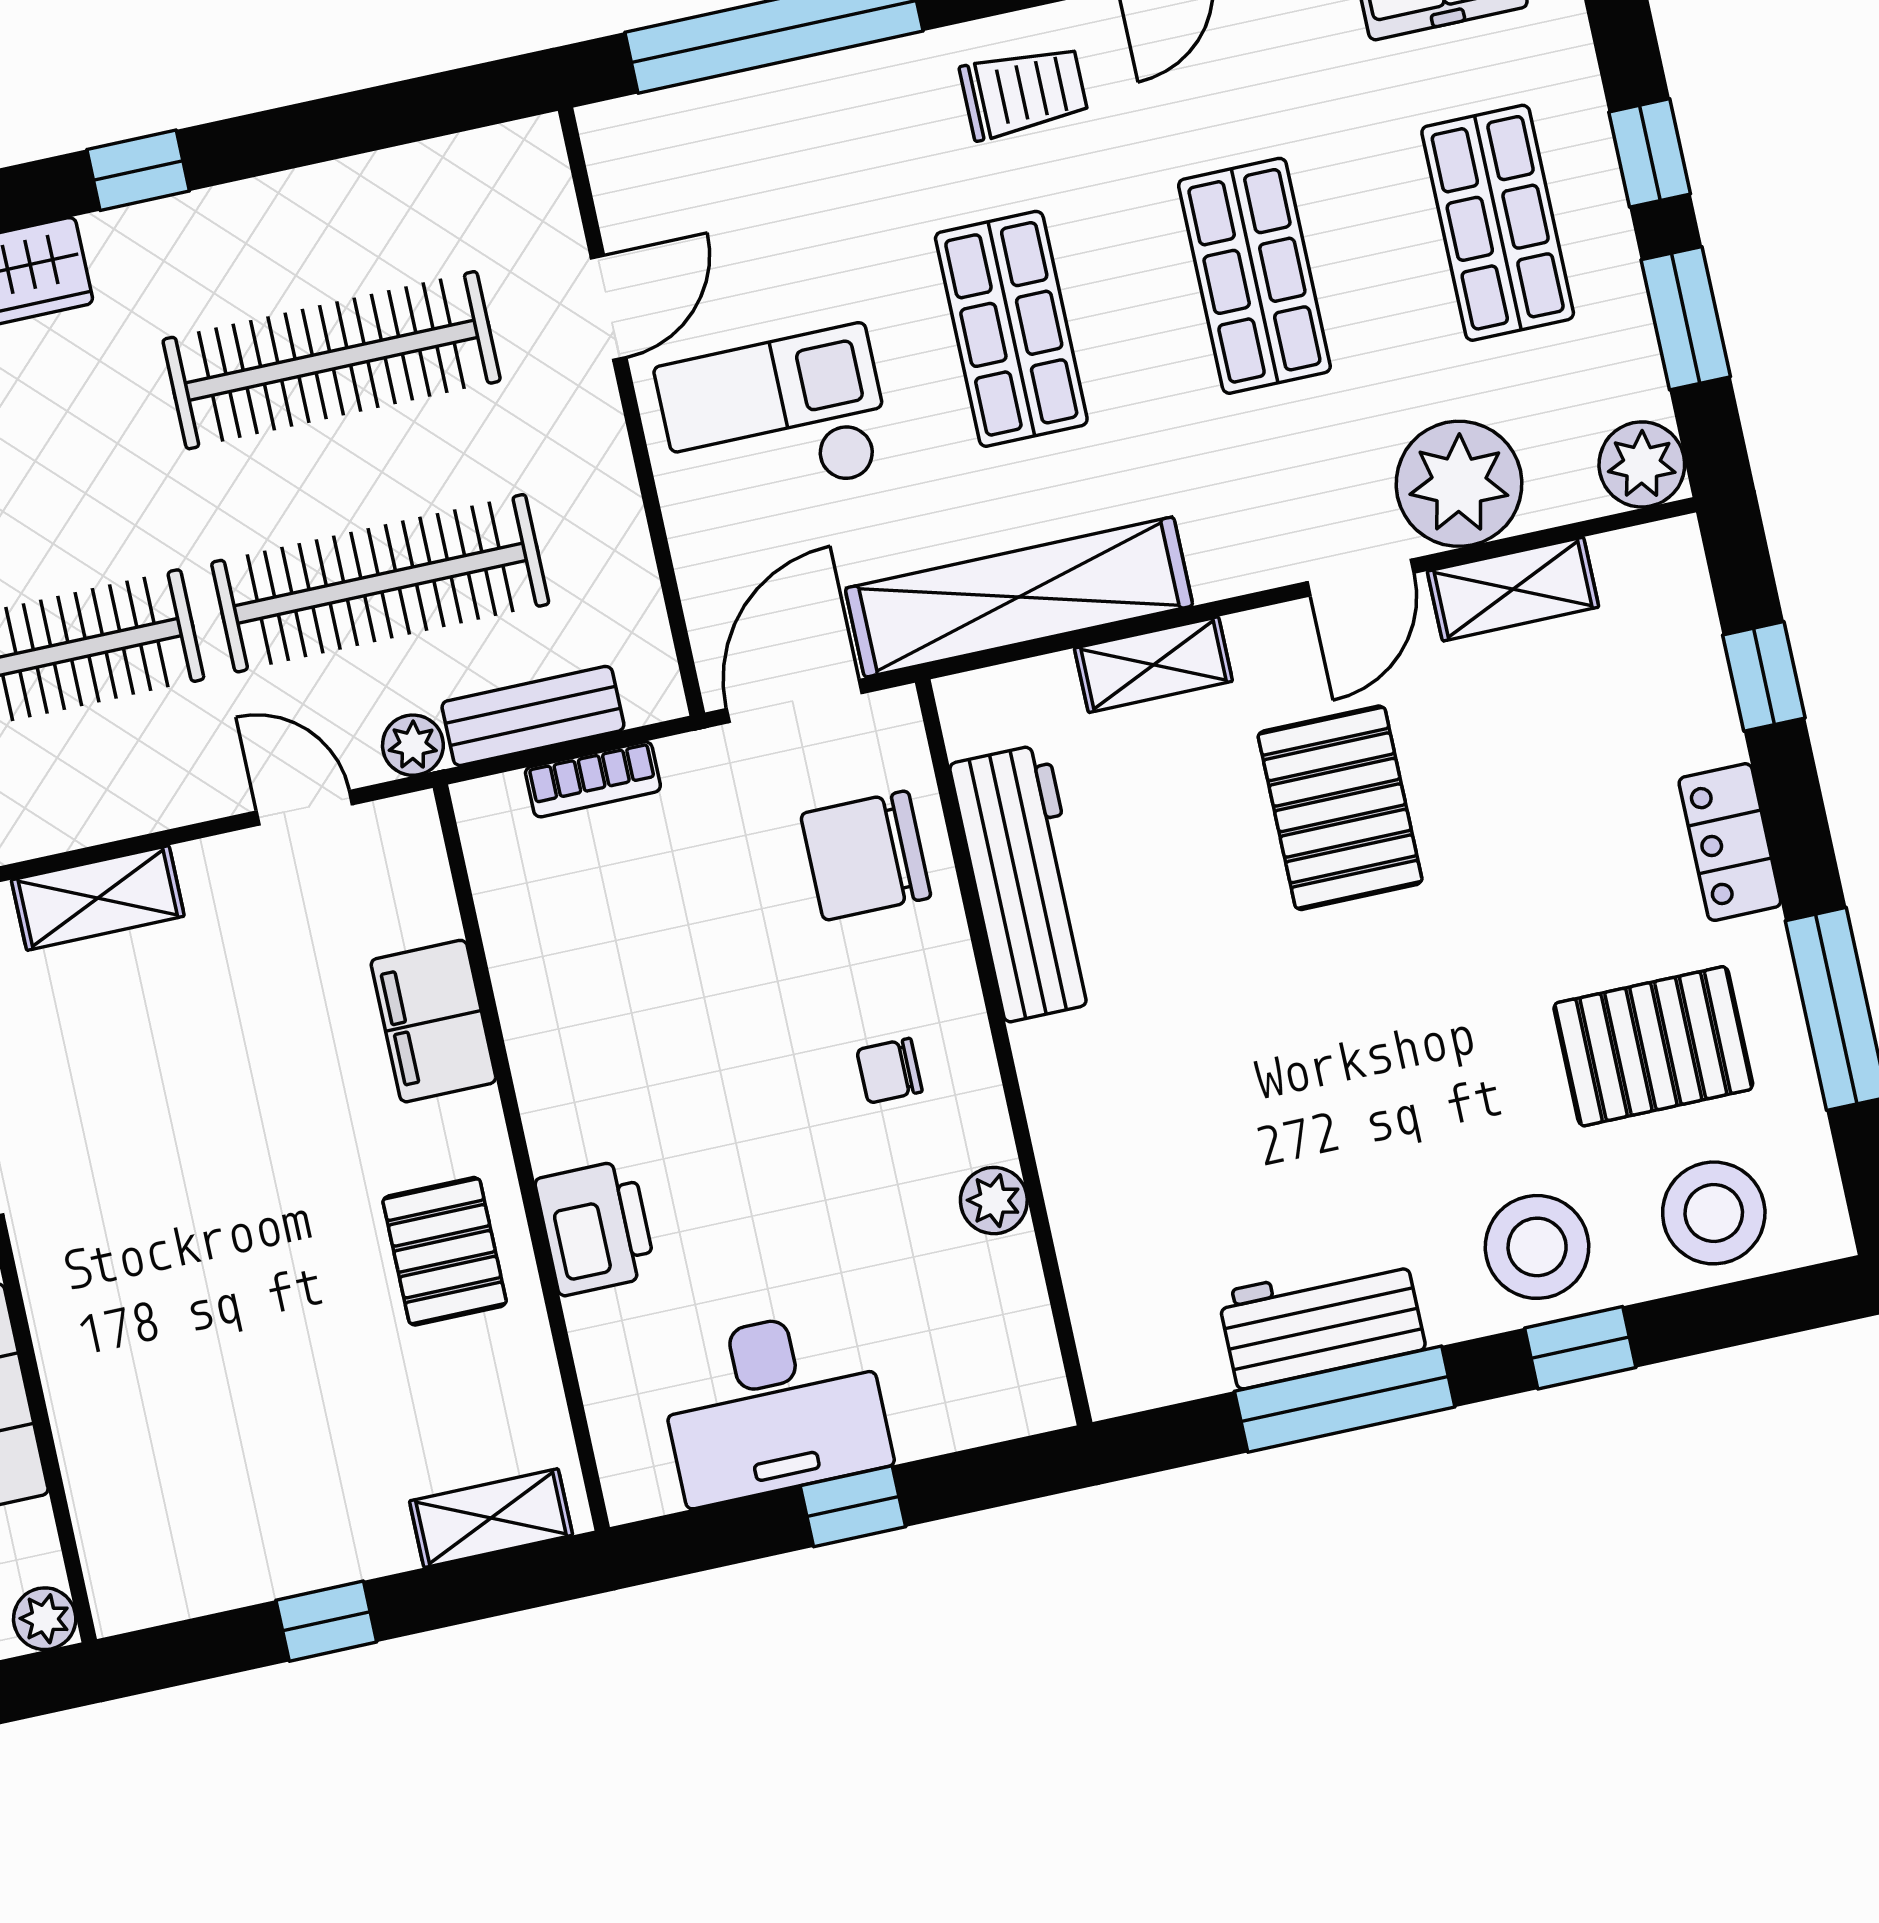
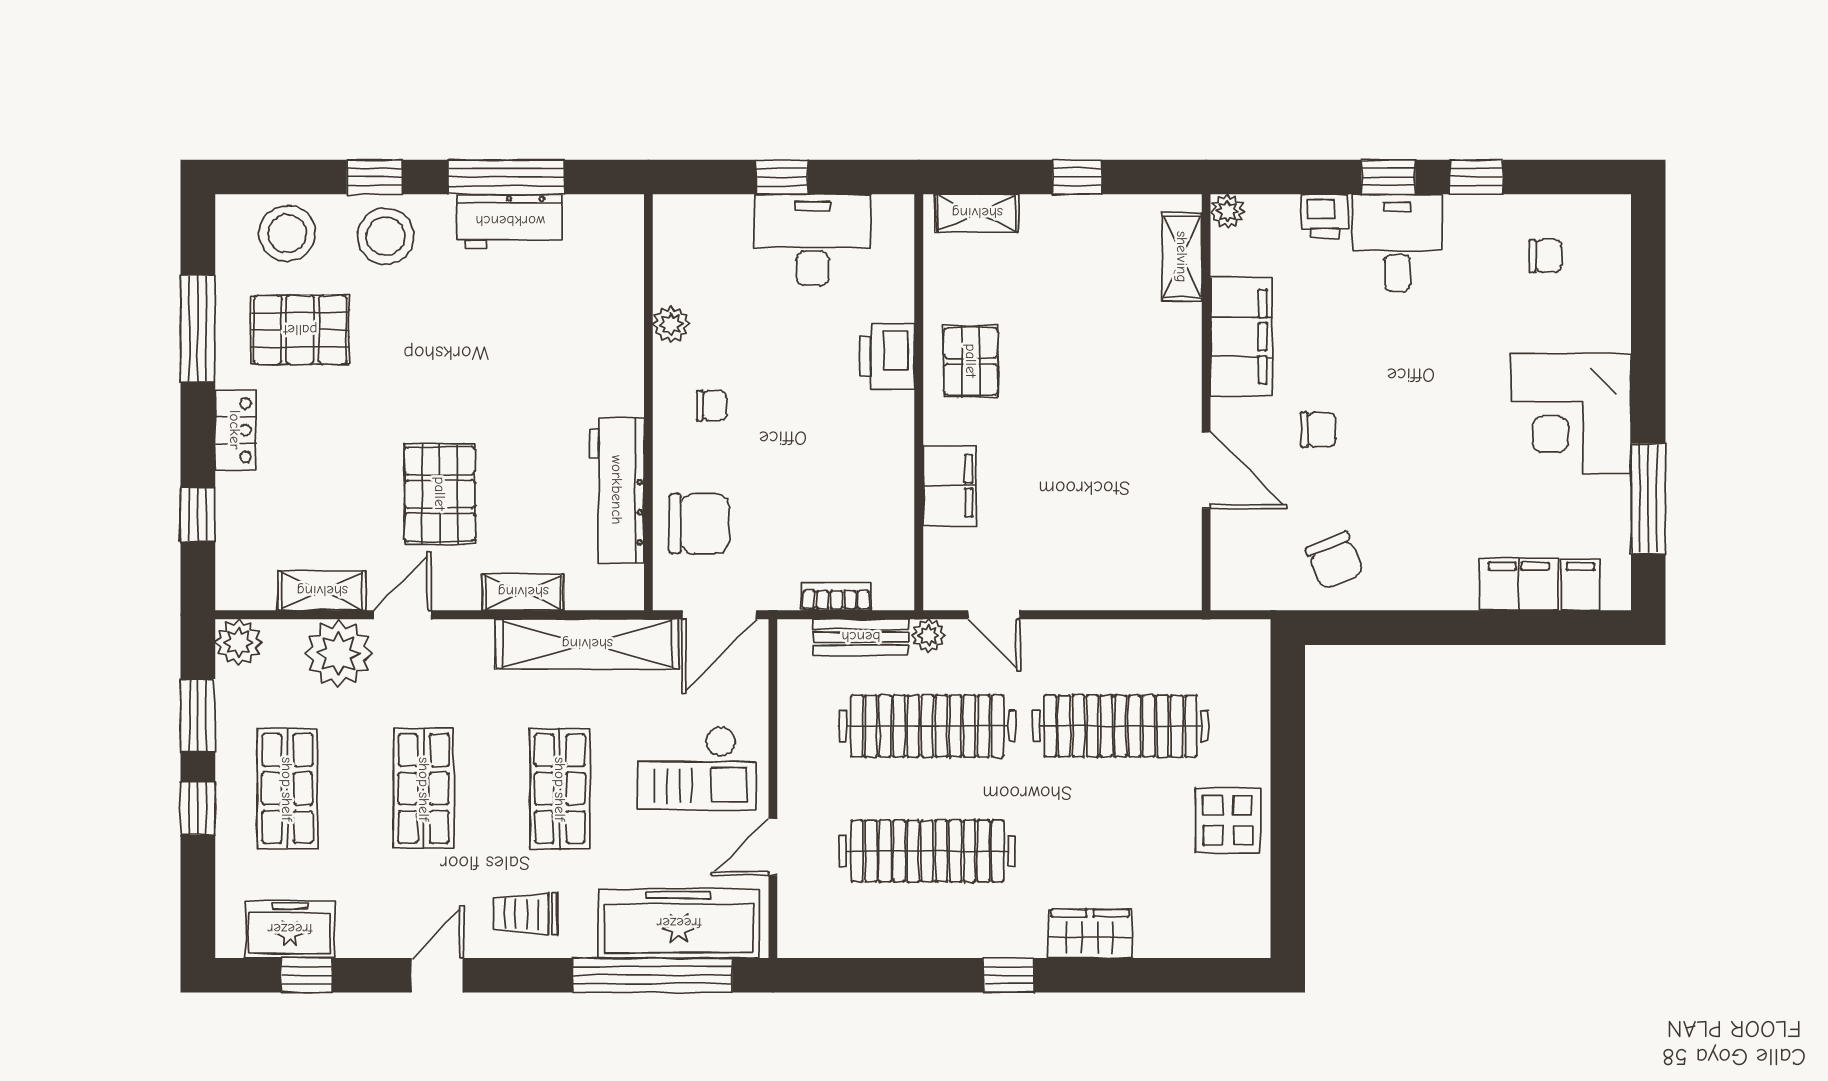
freezer: (747, 134) -> (679, 923), added
shelving: (98, 898) -> (1182, 257), moved, turned 90

